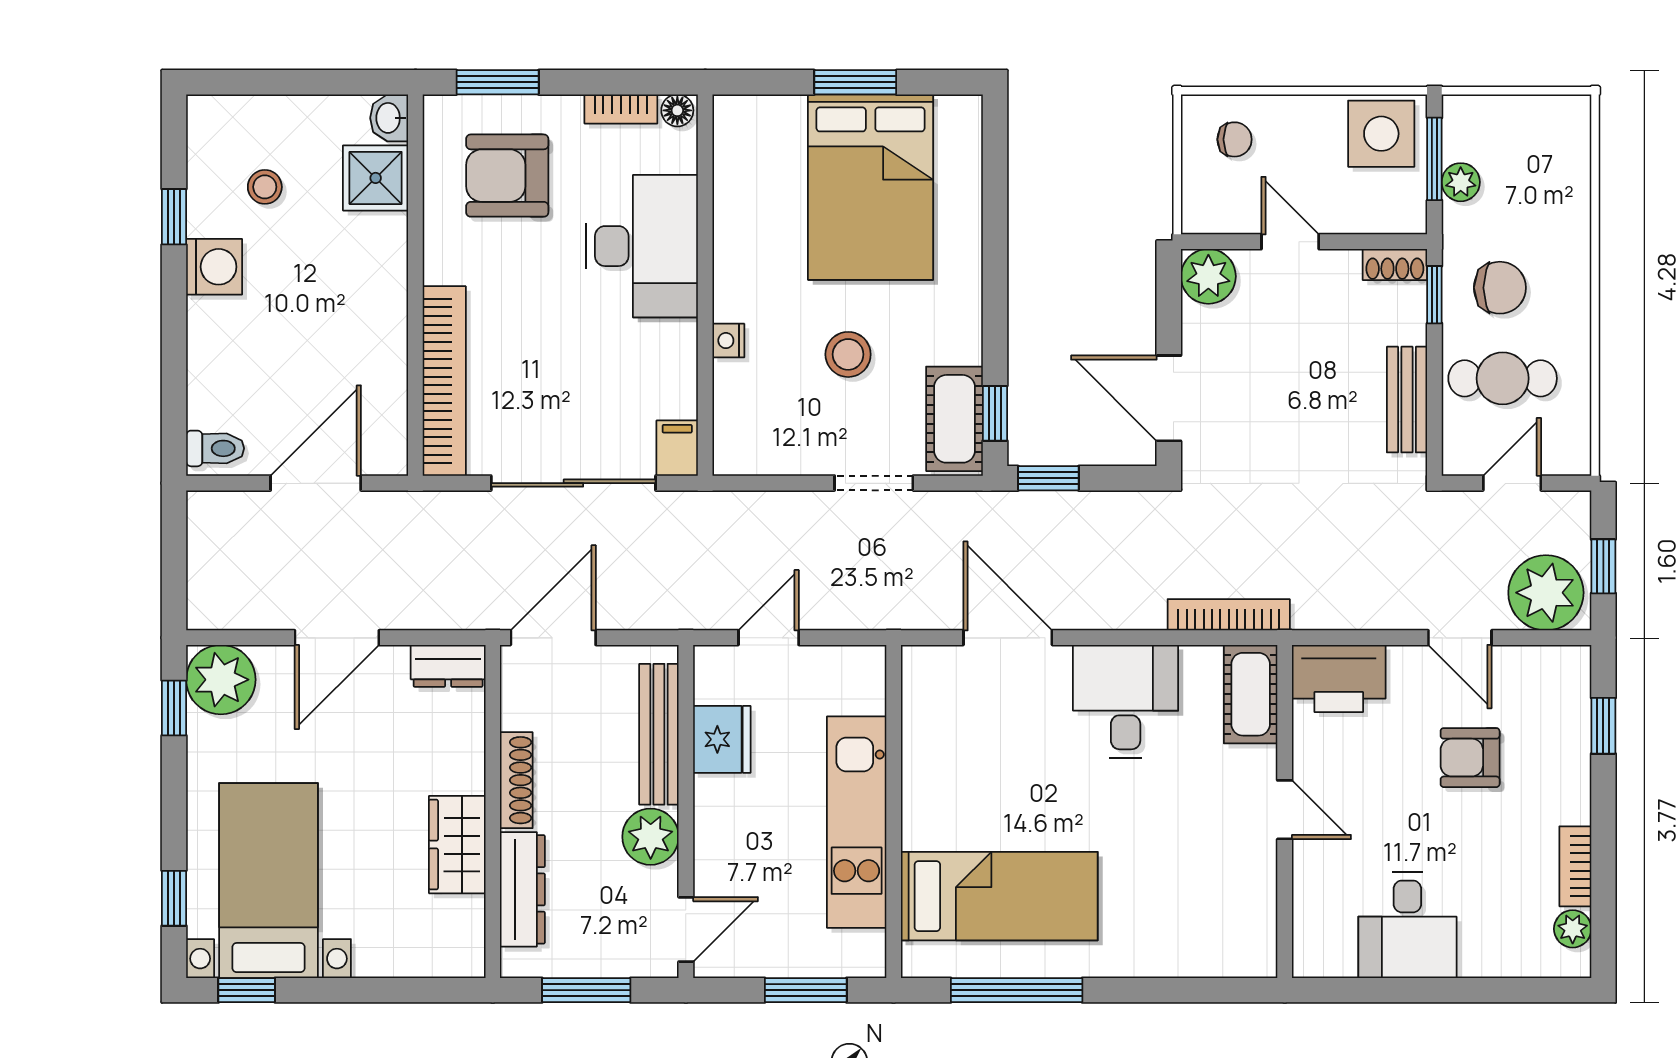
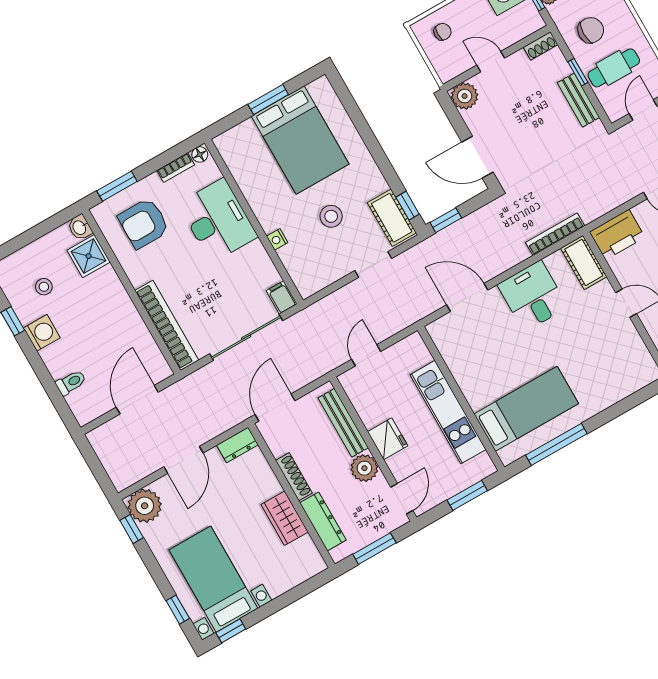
window: (1434, 295) -> (578, 72), moved
toilet: (215, 448) -> (71, 383), moved
fridge: (722, 739) -> (388, 439), moved

